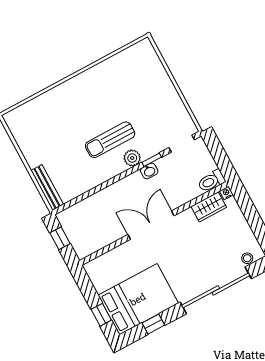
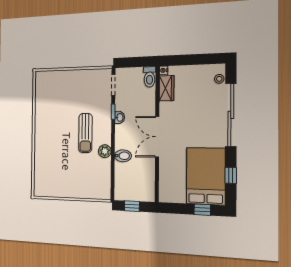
plant: (132, 158) -> (105, 151), moved
bench: (47, 187) -> (94, 194), removed
bidet: (109, 198) -> (123, 156), added

